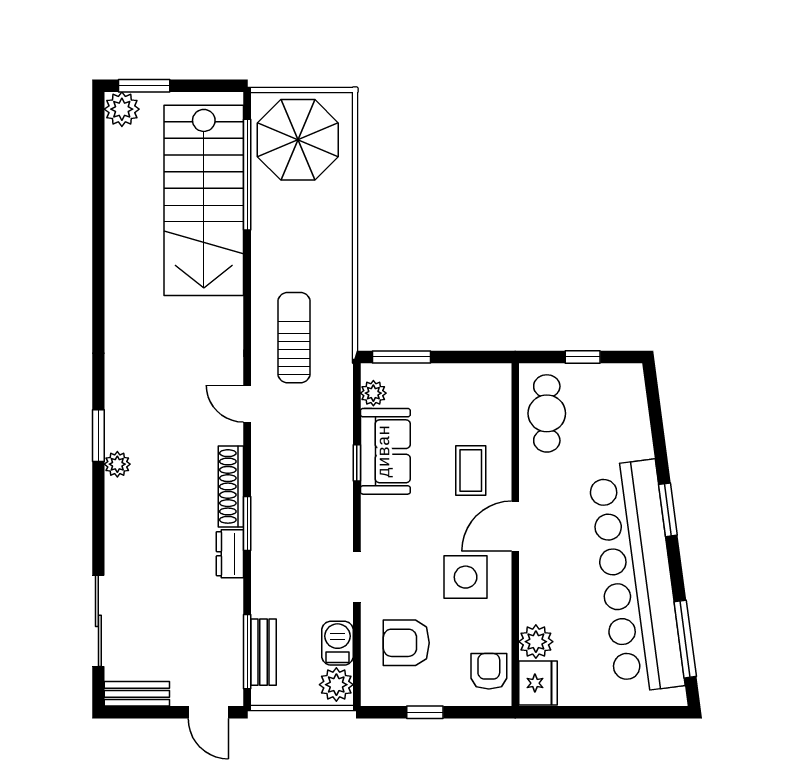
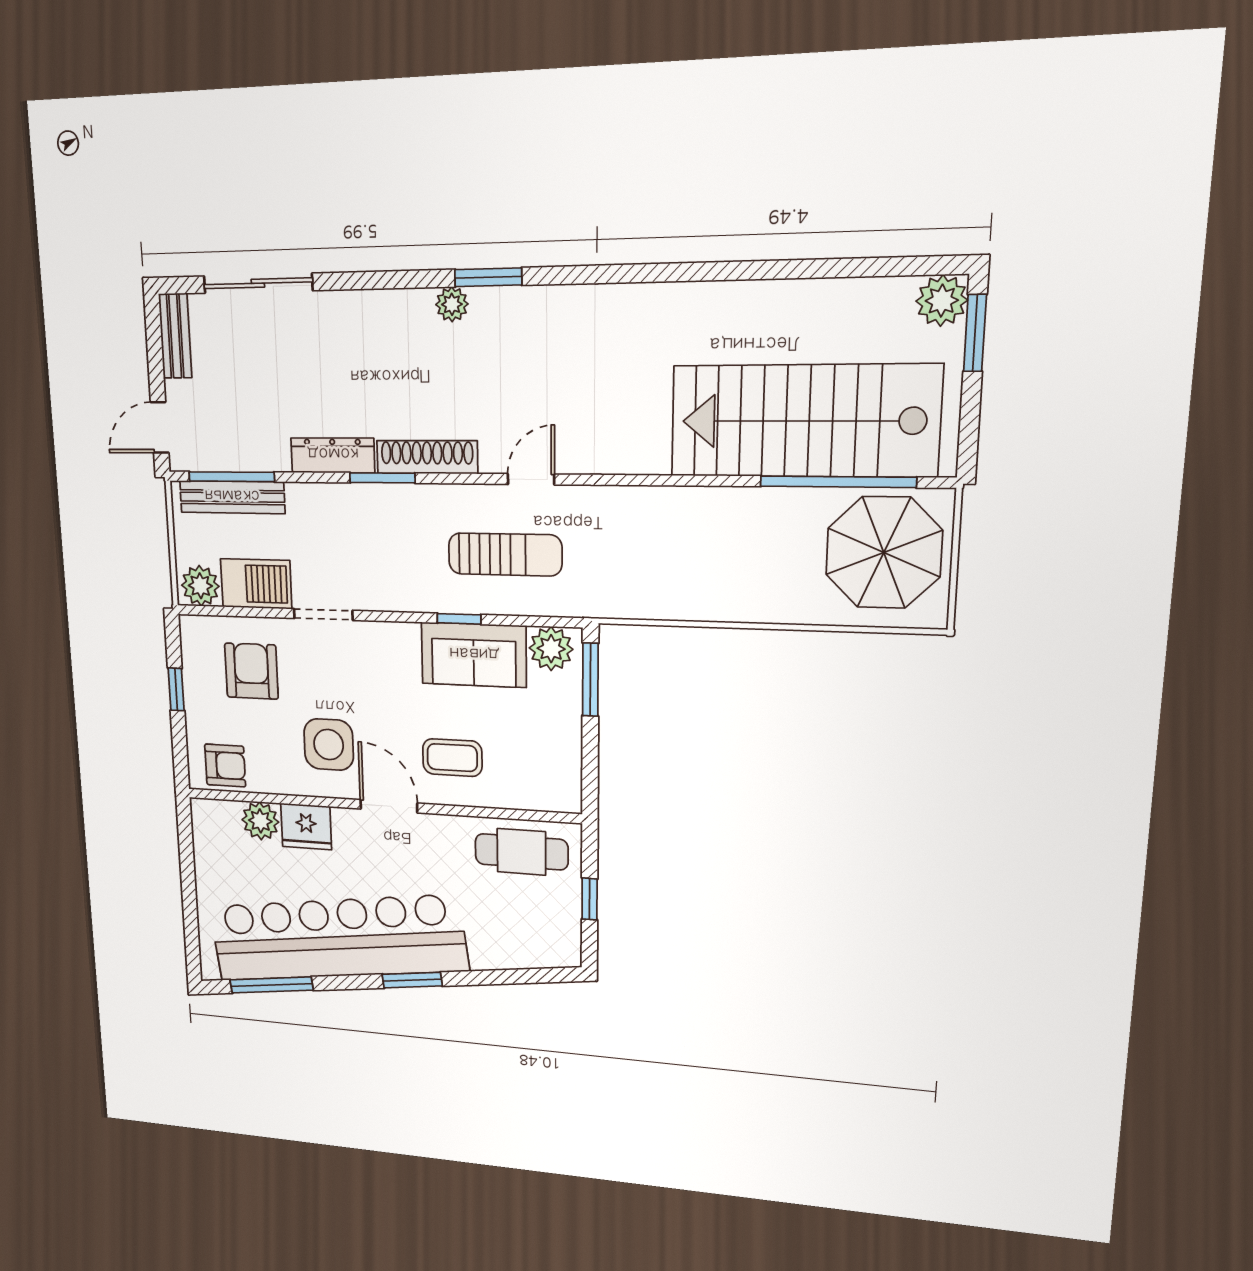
sun lounger: (294, 338) -> (505, 554), moved
plant: (373, 393) -> (551, 649), width x1.38, depth x1.38
dresser: (230, 554) -> (333, 455), width x1.44
barbecue: (338, 643) -> (256, 584), width x1.38, depth x1.27
bench: (263, 652) -> (232, 497), width x1.36
fridge: (538, 683) -> (306, 827), moved

